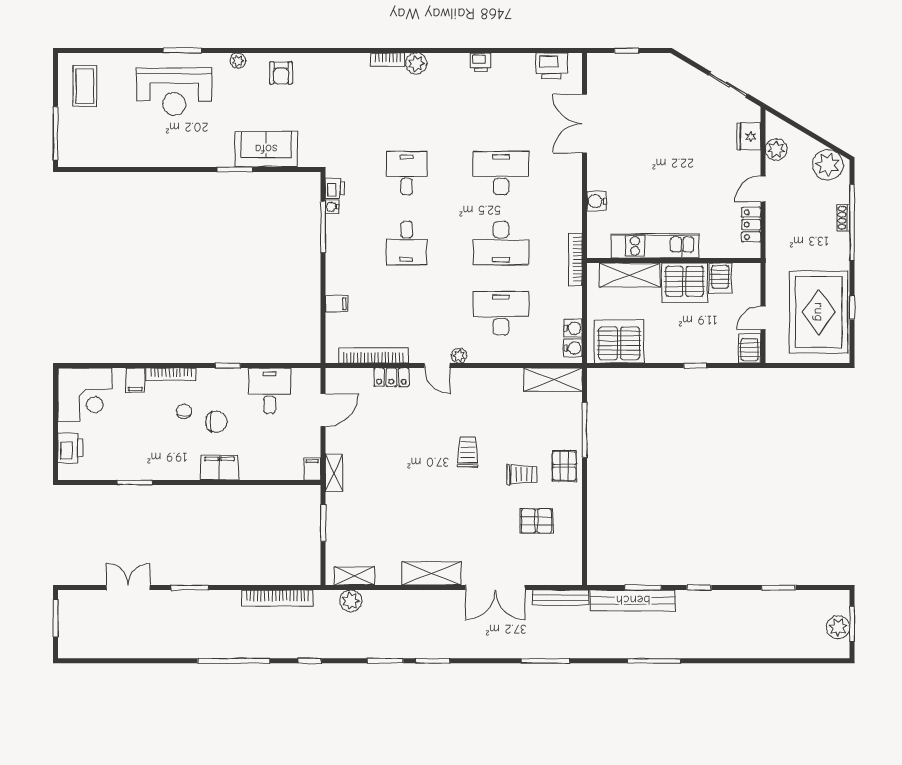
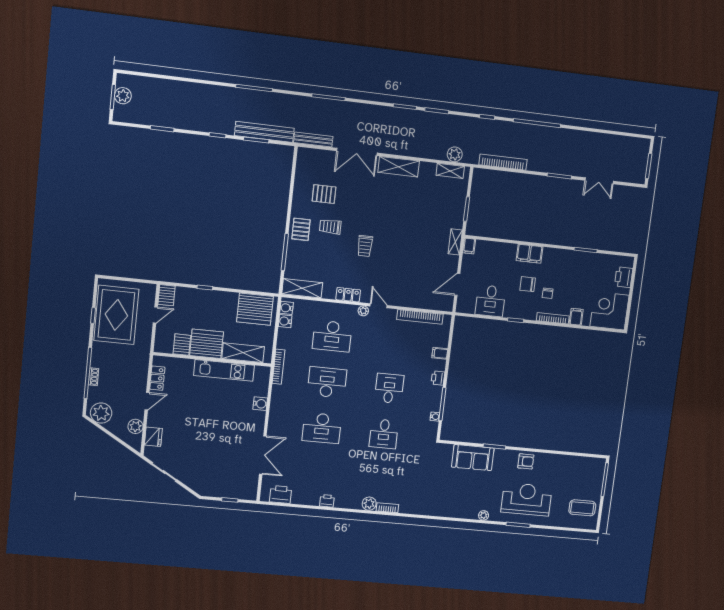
armchair: (281, 73) -> (526, 461), moved, turned 90
coffee table: (85, 86) -> (582, 508), turned 90
printer: (335, 188) -> (438, 378), moved
locker: (391, 377) -> (348, 295), moved
double door: (495, 588) -> (357, 152), swing flipped

